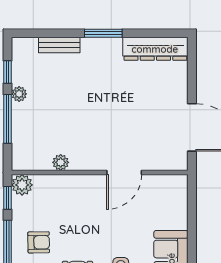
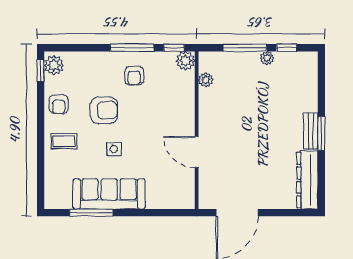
bench: (59, 45) -> (311, 131), moved
plant: (61, 162) -> (206, 80), moved

